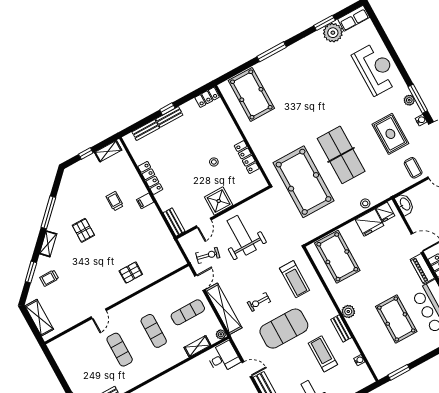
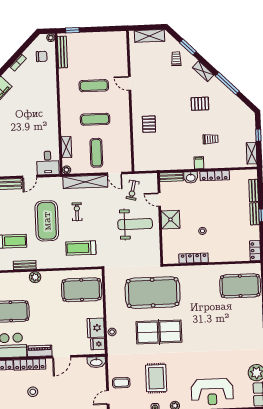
rug: (390, 134) -> (156, 378), turned 90
washbasin: (165, 202) -> (191, 177), added

